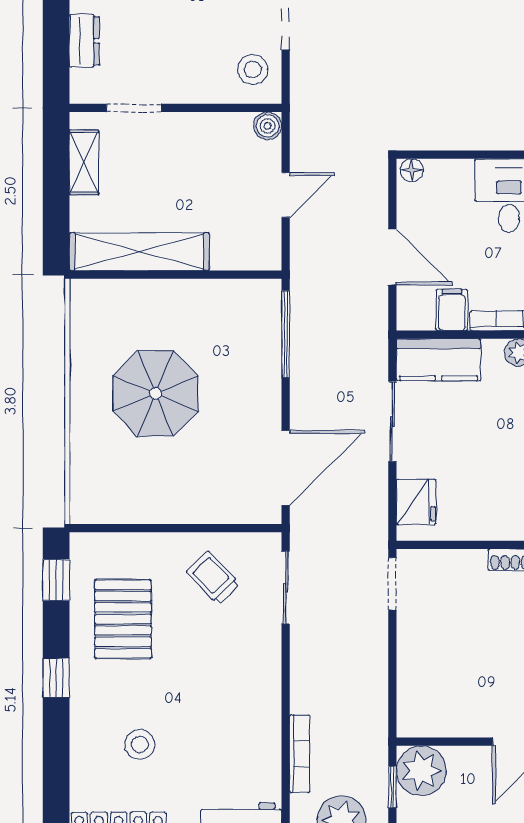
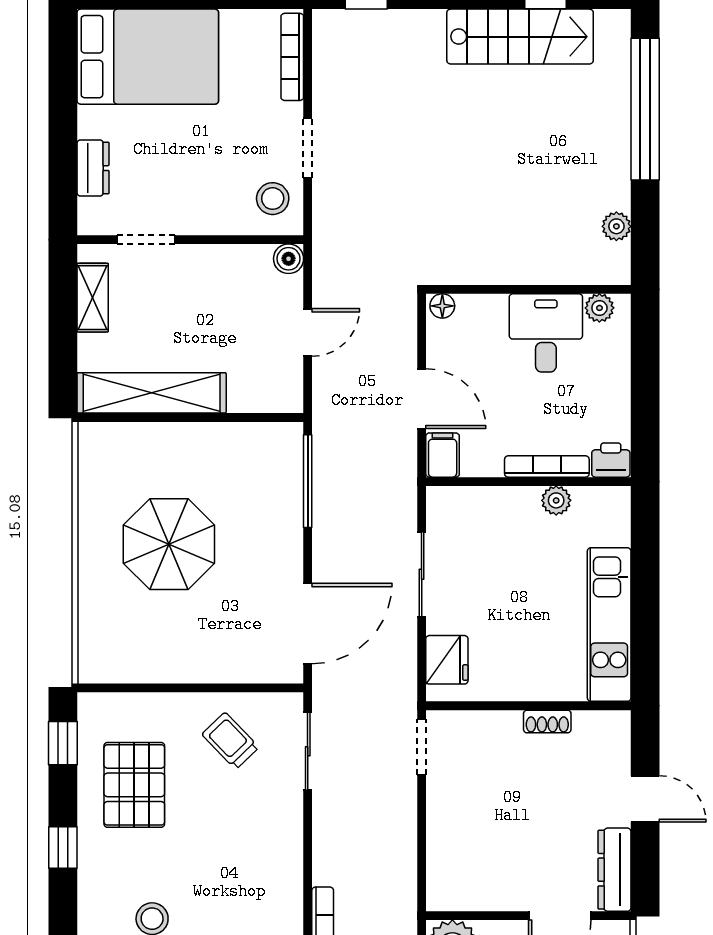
filing cabinet: (452, 310) -> (443, 455), moved
kitchen counter: (439, 360) -> (471, 508), removed

